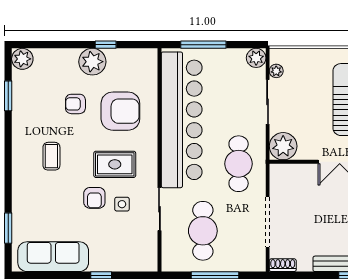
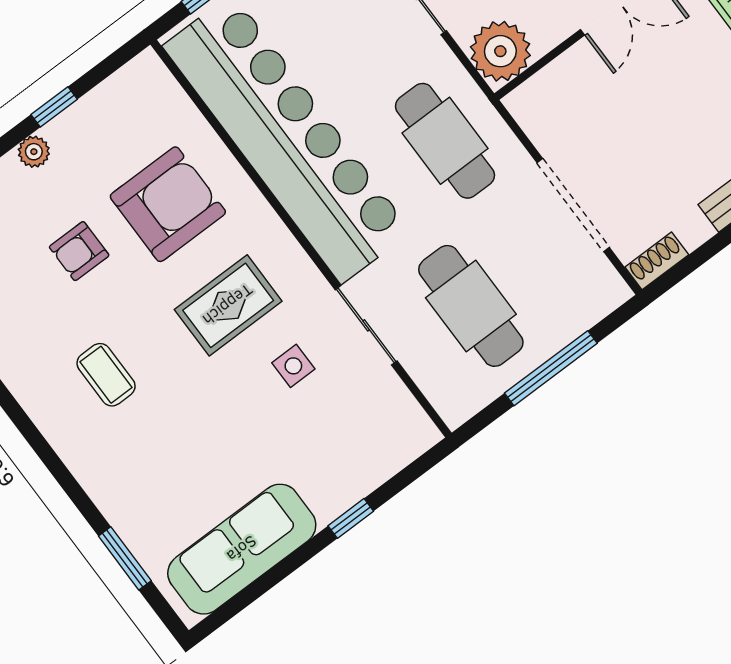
plant: (92, 62) -> (34, 152), width x0.53, depth x0.53
armchair: (94, 198) -> (237, 391), removed

